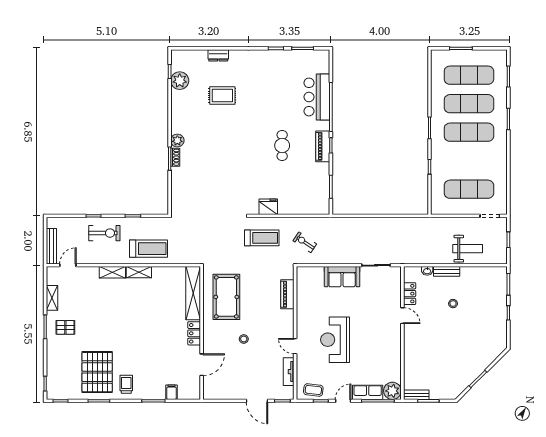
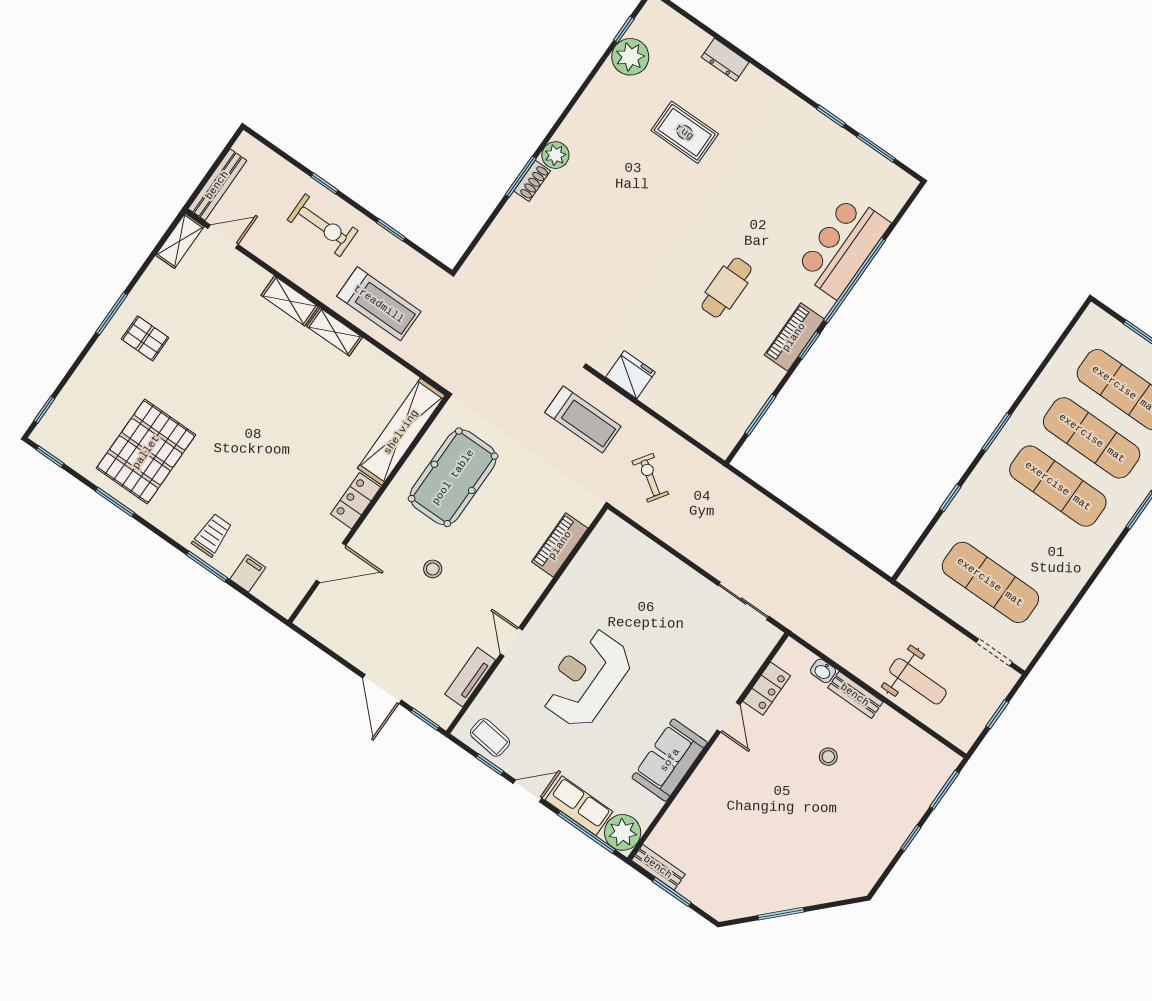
sofa: (342, 277) -> (670, 760), moved, turned 90
shelving: (52, 298) -> (180, 241), moved
trolley: (126, 384) -> (212, 535), moved

